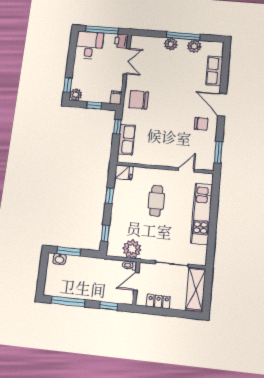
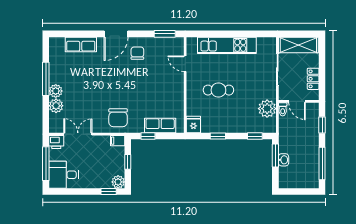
plant: (194, 46) -> (56, 106), moved
window: (69, 251) -> (275, 156), moved
washbasin: (60, 259) -> (284, 160), moved

